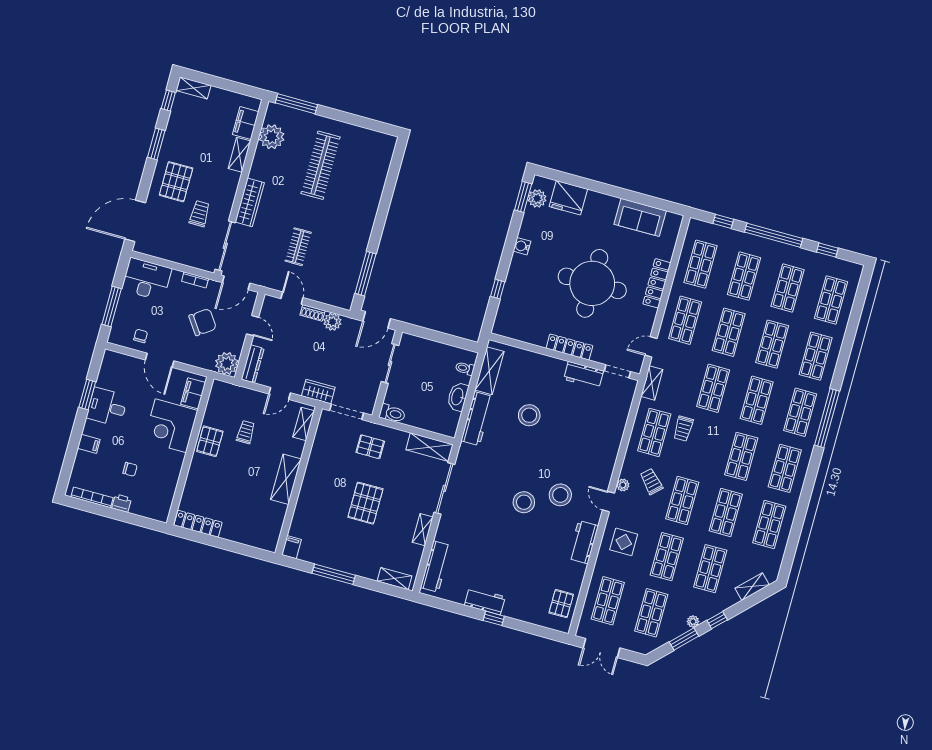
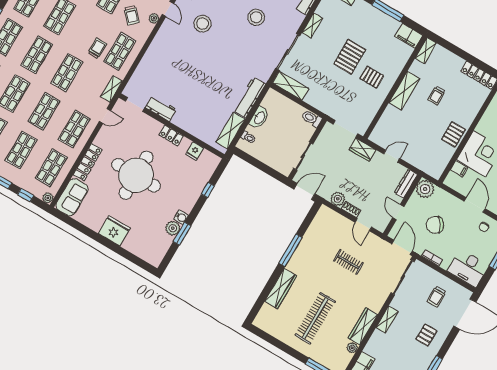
plant: (272, 137) -> (352, 348), width x0.53, depth x0.53
shelving: (239, 155) -> (387, 320), moved
pallet: (176, 182) -> (426, 335), width x0.67, depth x0.71
wardrobe: (373, 191) -> (281, 289), added
window: (523, 197) -> (182, 234), moved
plant: (537, 198) -> (173, 228), moved
fridge: (568, 198) -> (114, 231), moved
wardrobe: (250, 202) -> (363, 326), moved
trolley: (200, 214) -> (436, 297), moved
sofa: (640, 217) -> (72, 197), moved, turned 90
plant: (695, 225) -> (48, 198), added
clothes rail: (298, 247) -> (348, 262), turned 90
window: (365, 274) -> (290, 250), moved
door: (236, 283) -> (402, 247), hinge flipped
fridge: (527, 333) -> (195, 151), added
locker: (569, 347) -> (171, 135), width x0.66
filing cabinet: (193, 393) -> (459, 169), width x0.50
stool: (529, 415) -> (210, 89), removed
shelving: (304, 424) -> (426, 51), moved
trolley: (246, 432) -> (437, 96), moved
pallet: (370, 447) -> (372, 77), moved
stool: (524, 502) -> (256, 17), moved
filing cabinet: (291, 547) -> (409, 36), width x2.00

